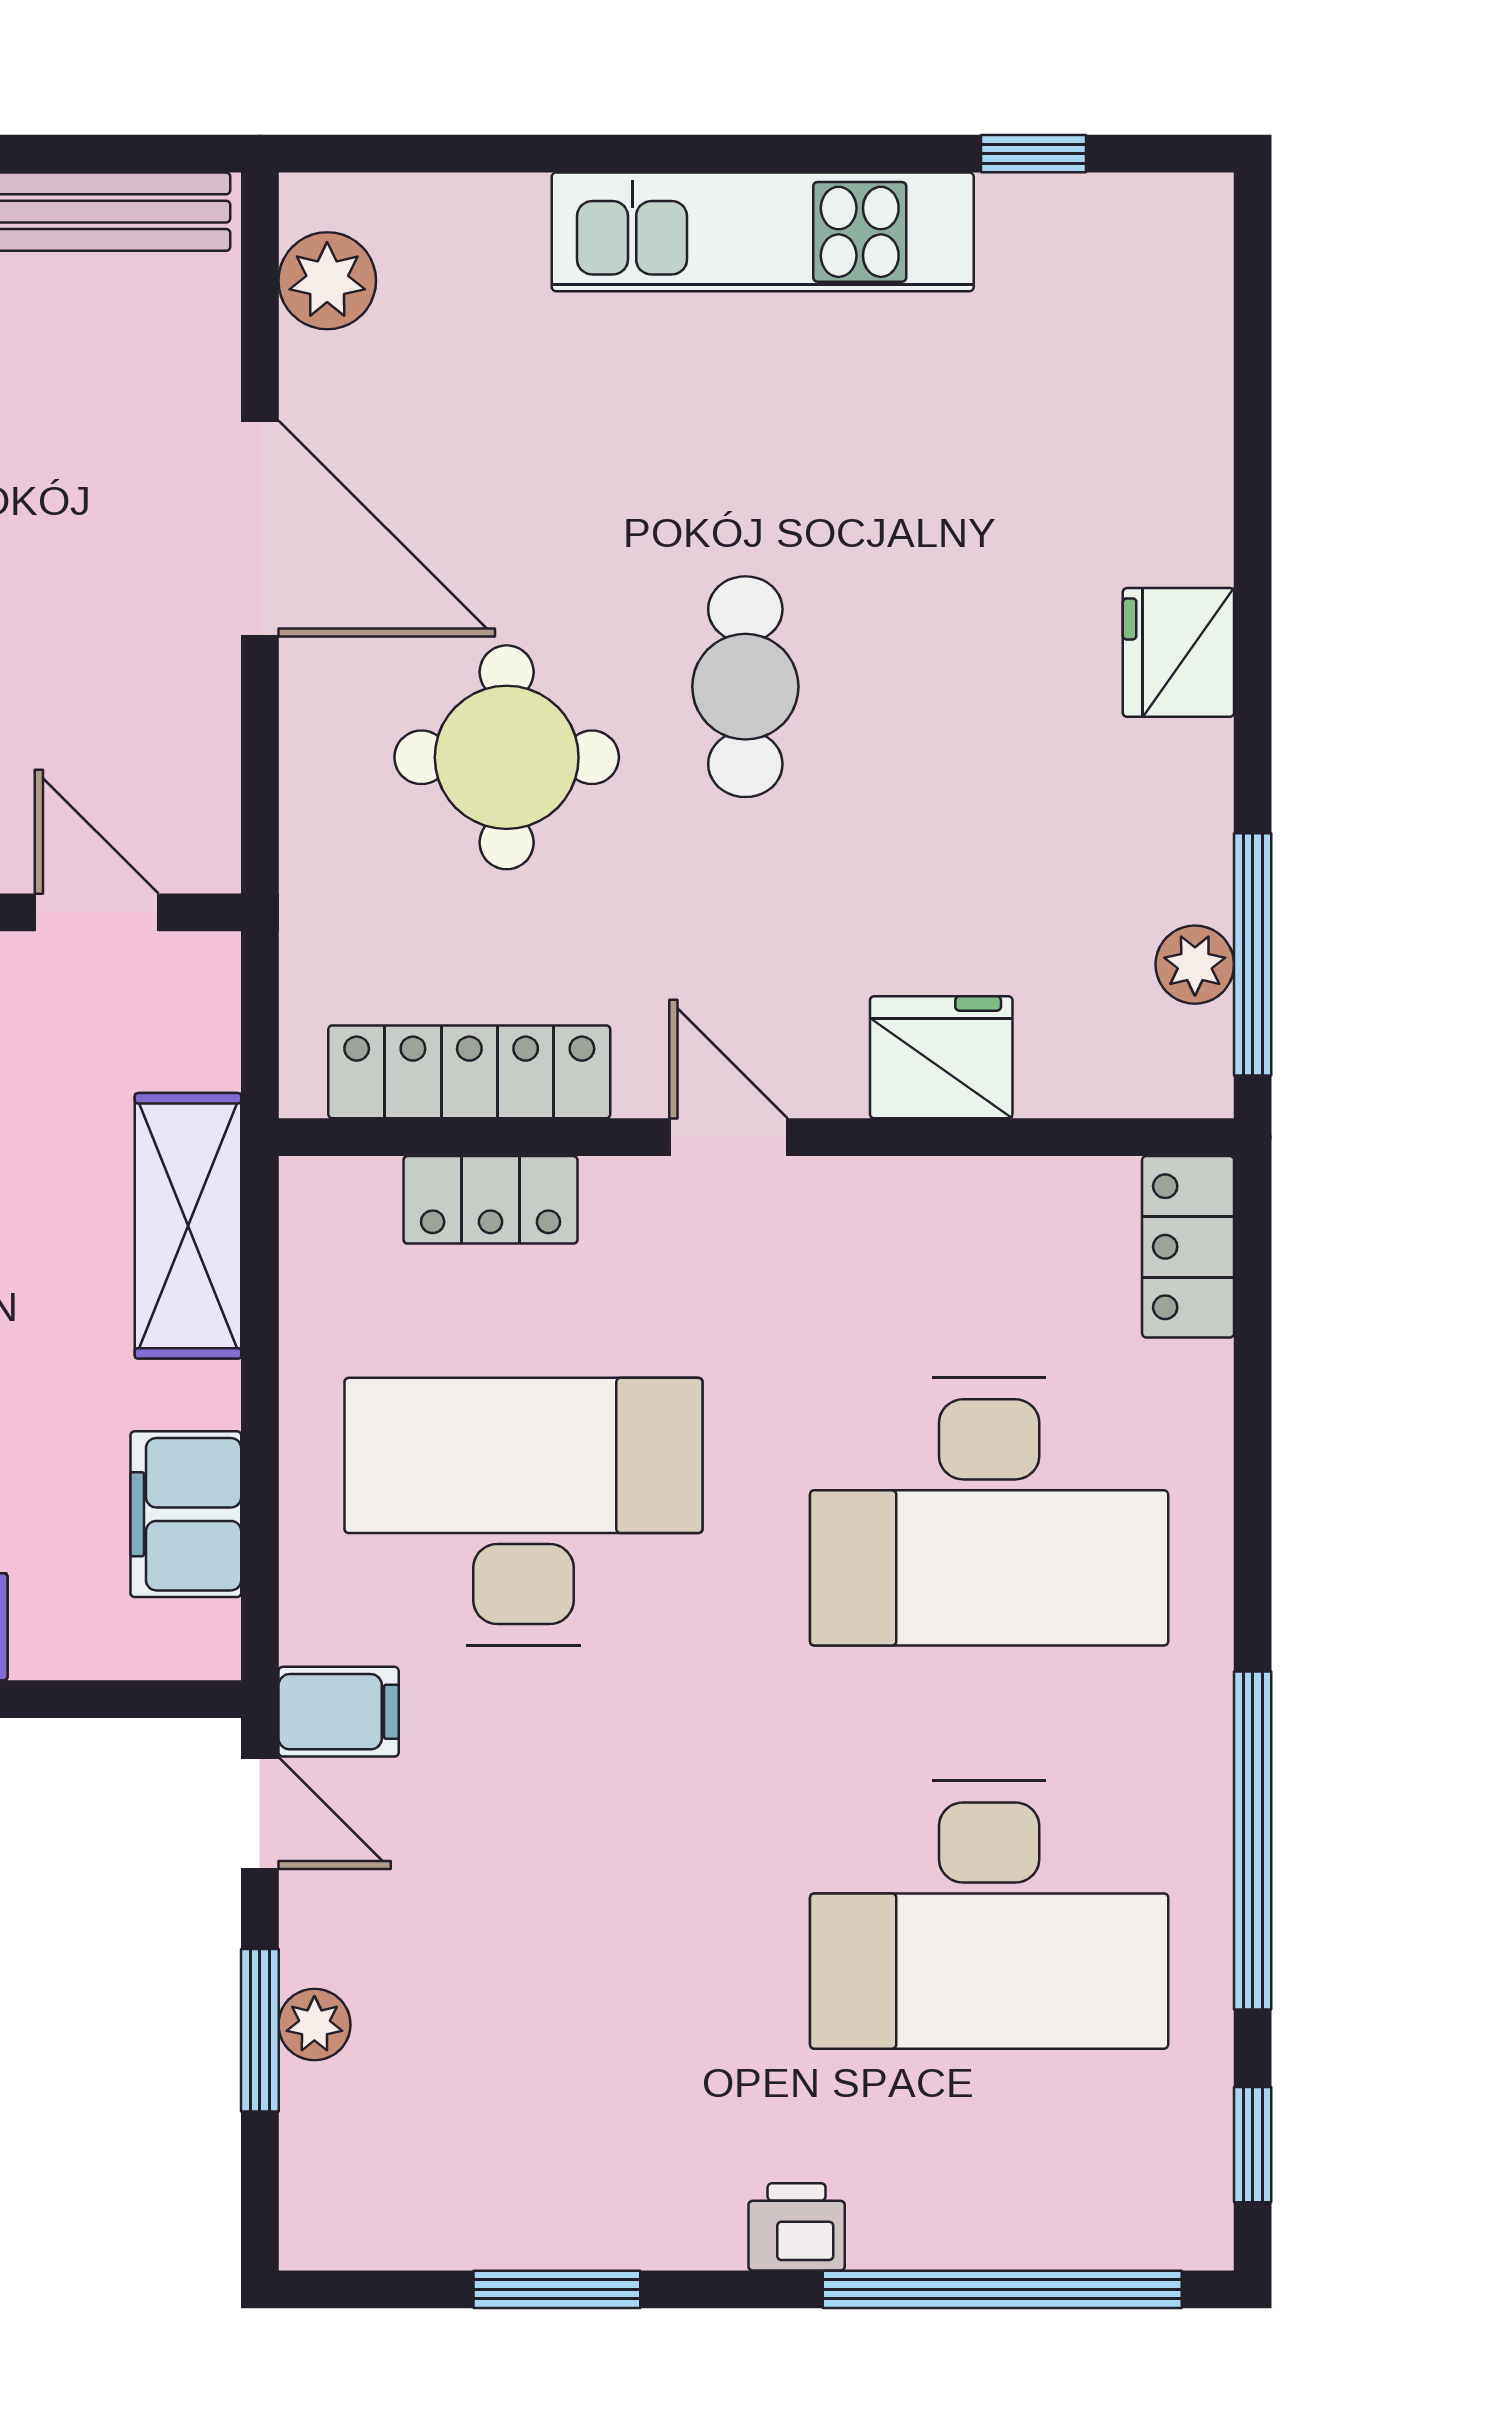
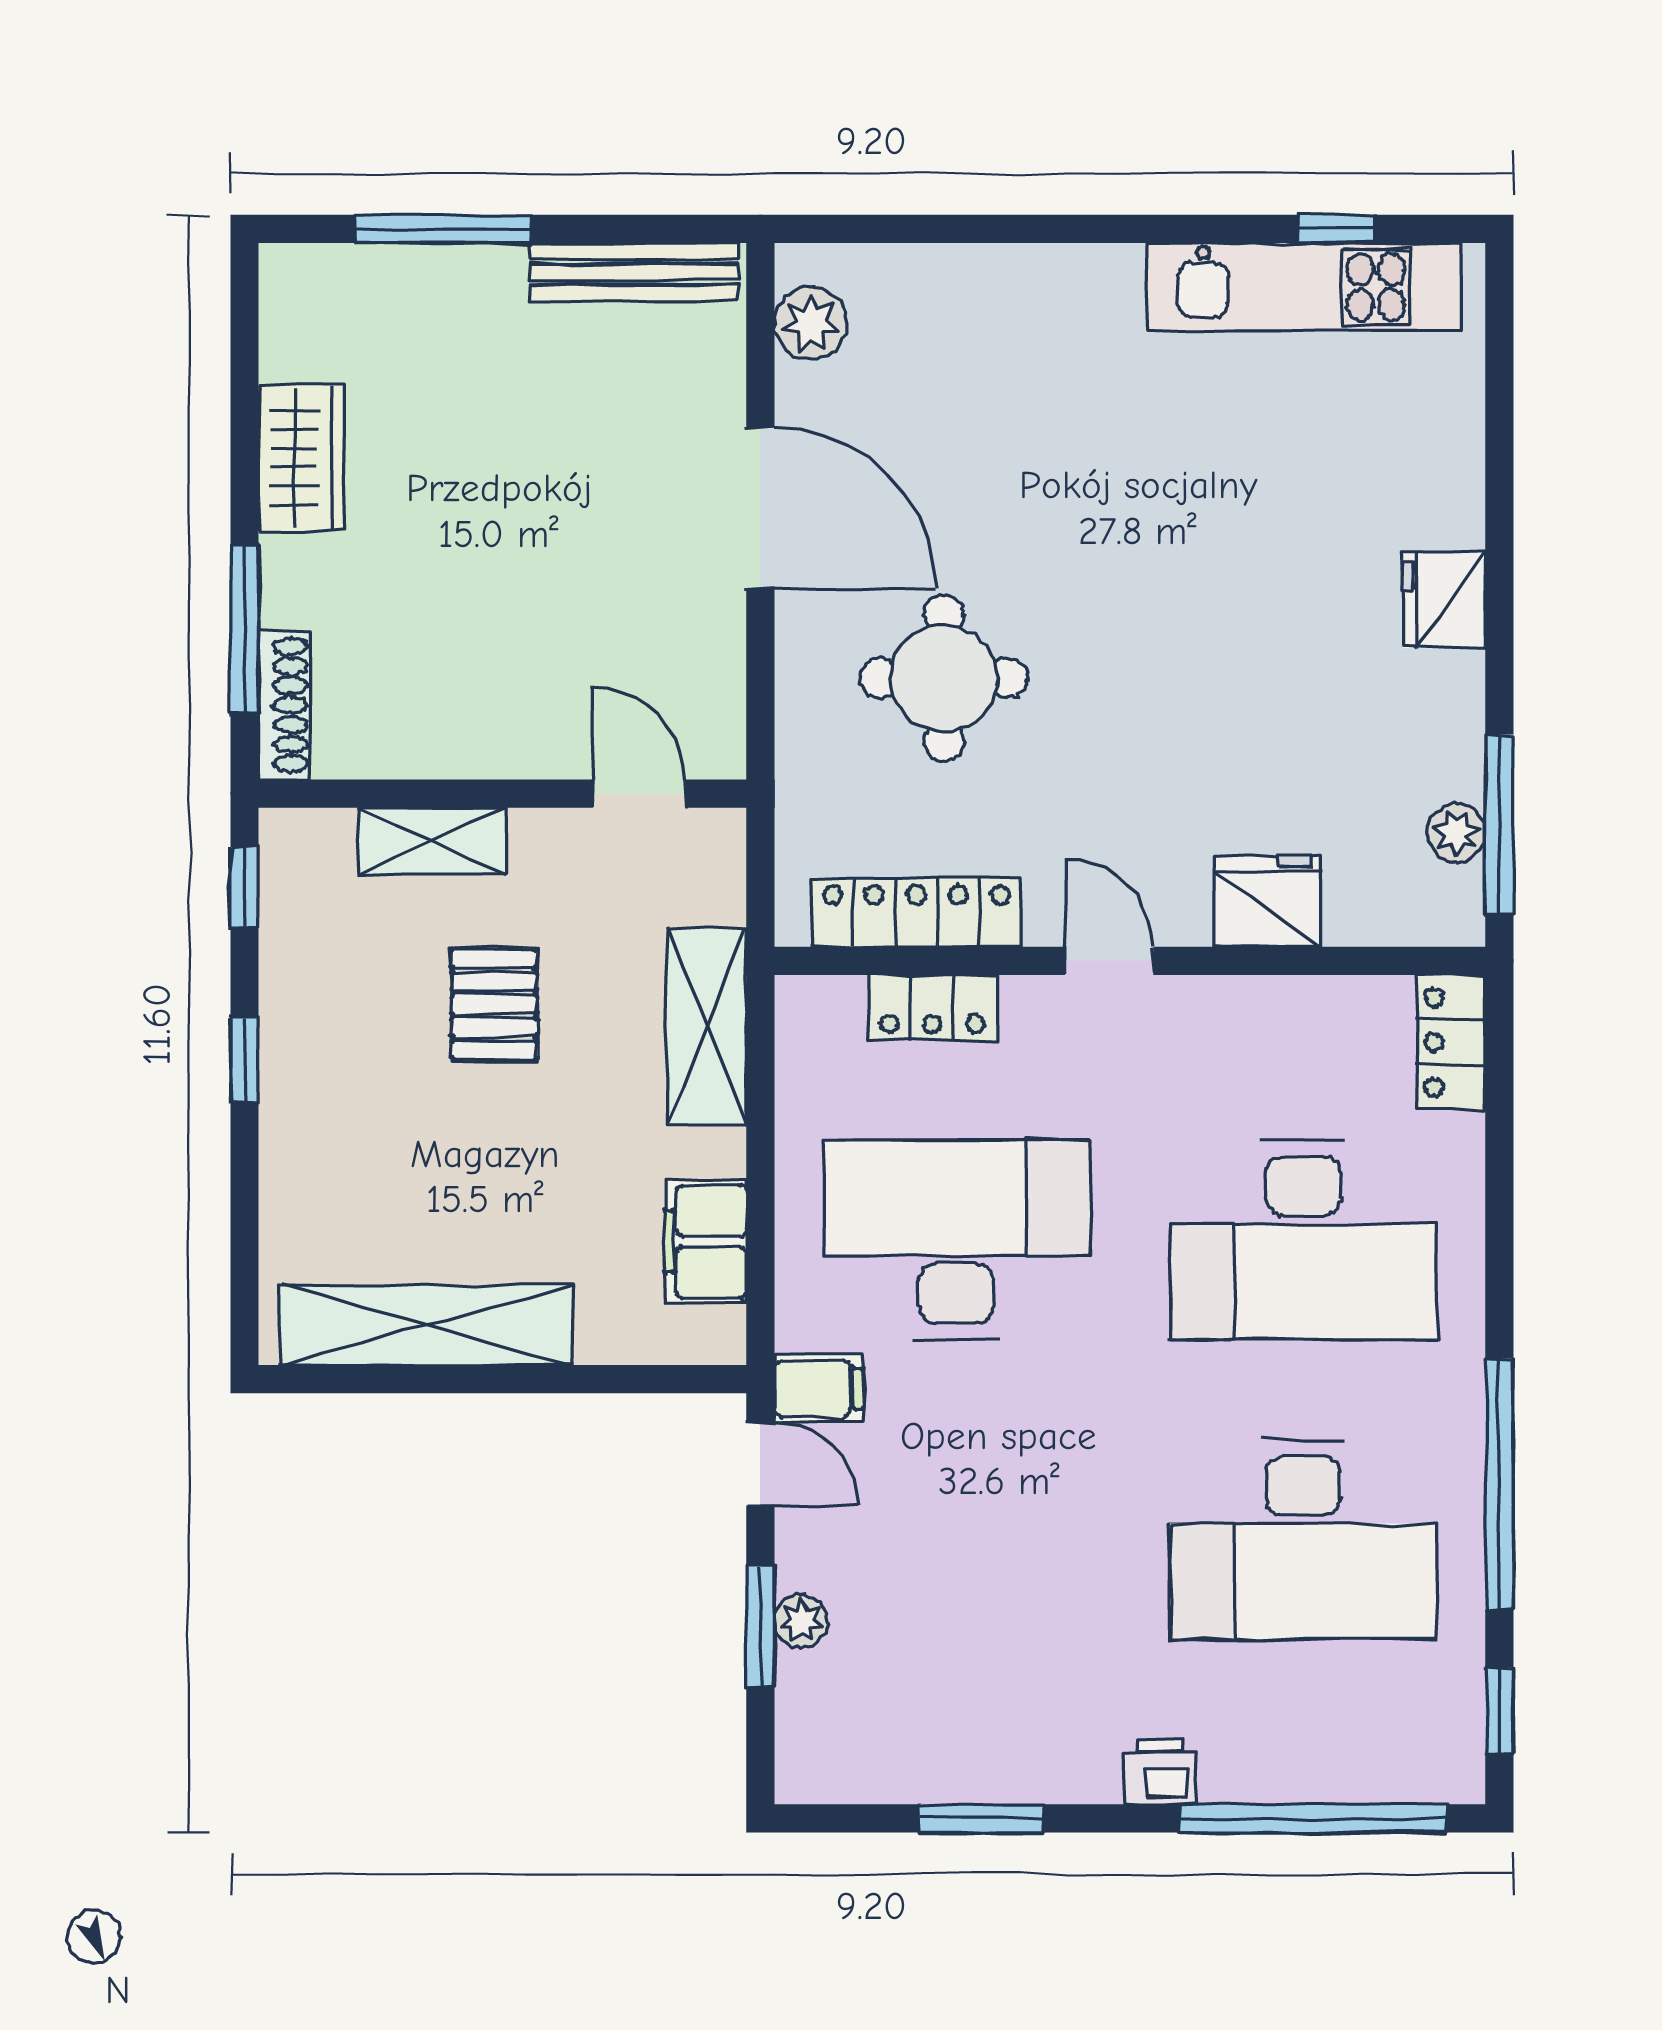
kitchen unit: (763, 232) -> (1304, 287), moved
cafe table: (745, 687) -> (1122, 626), removed

